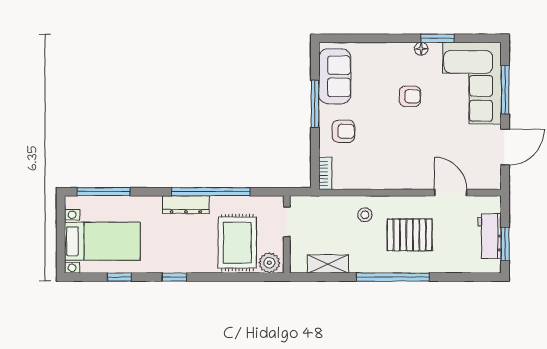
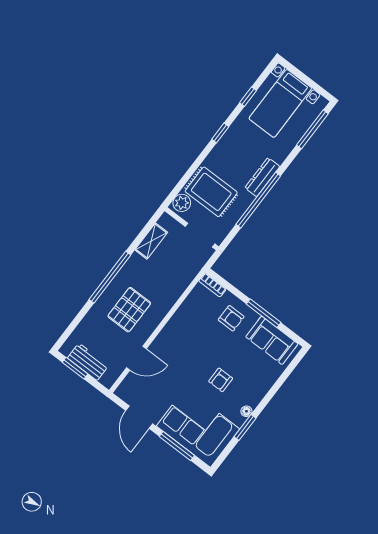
armchair: (343, 131) -> (231, 318), turned -90
stool: (365, 215) -> (165, 290), removed
doorway: (287, 222) -> (200, 235), width x1.38

